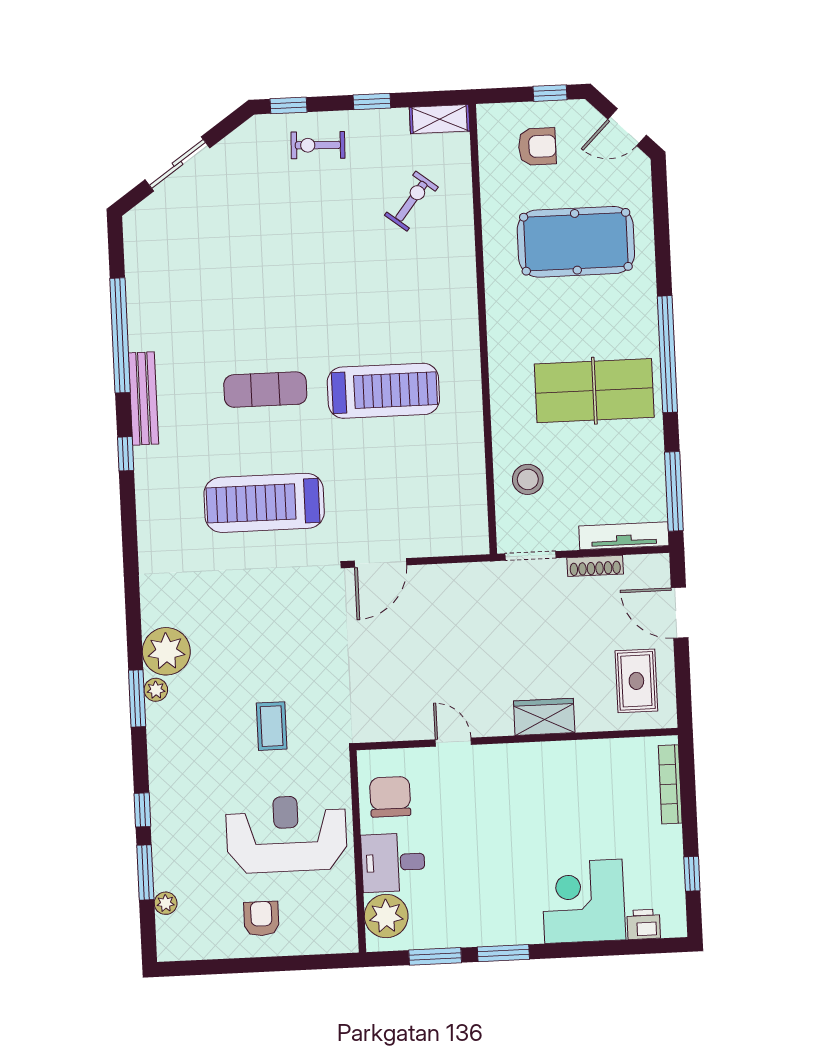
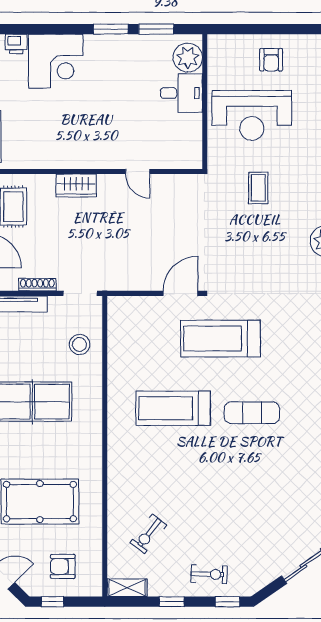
treadmill: (264, 503) -> (220, 339), moved, turned 180
chair: (390, 797) -> (181, 137), removed

